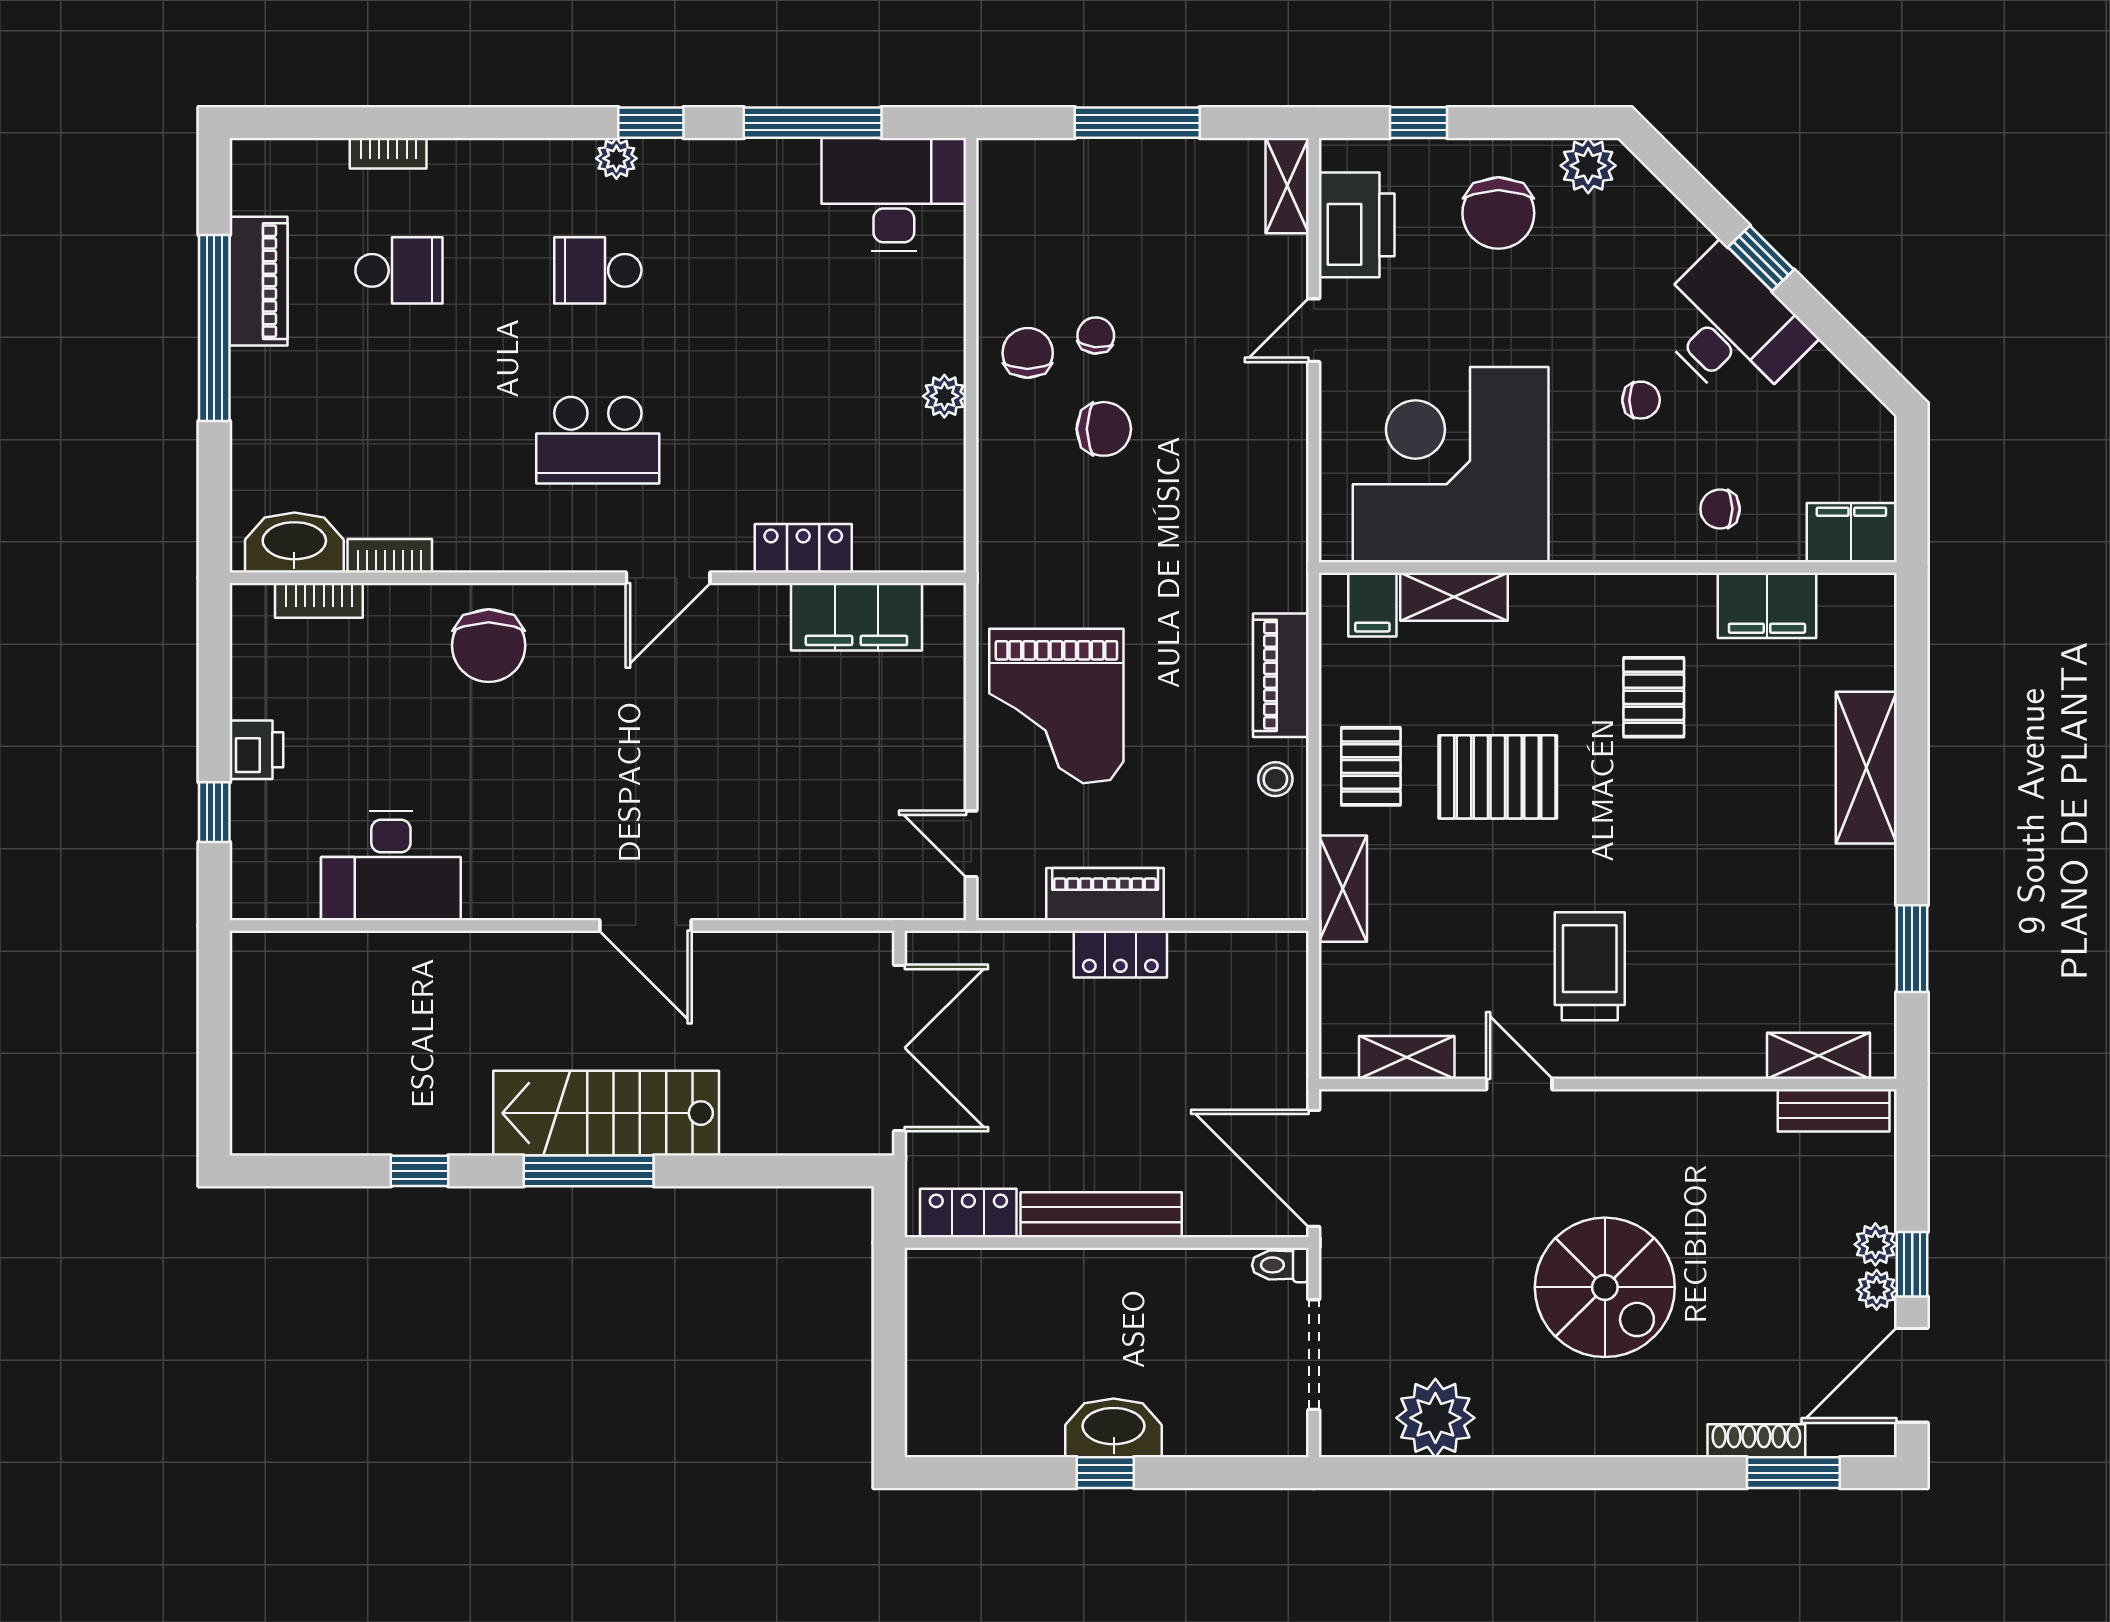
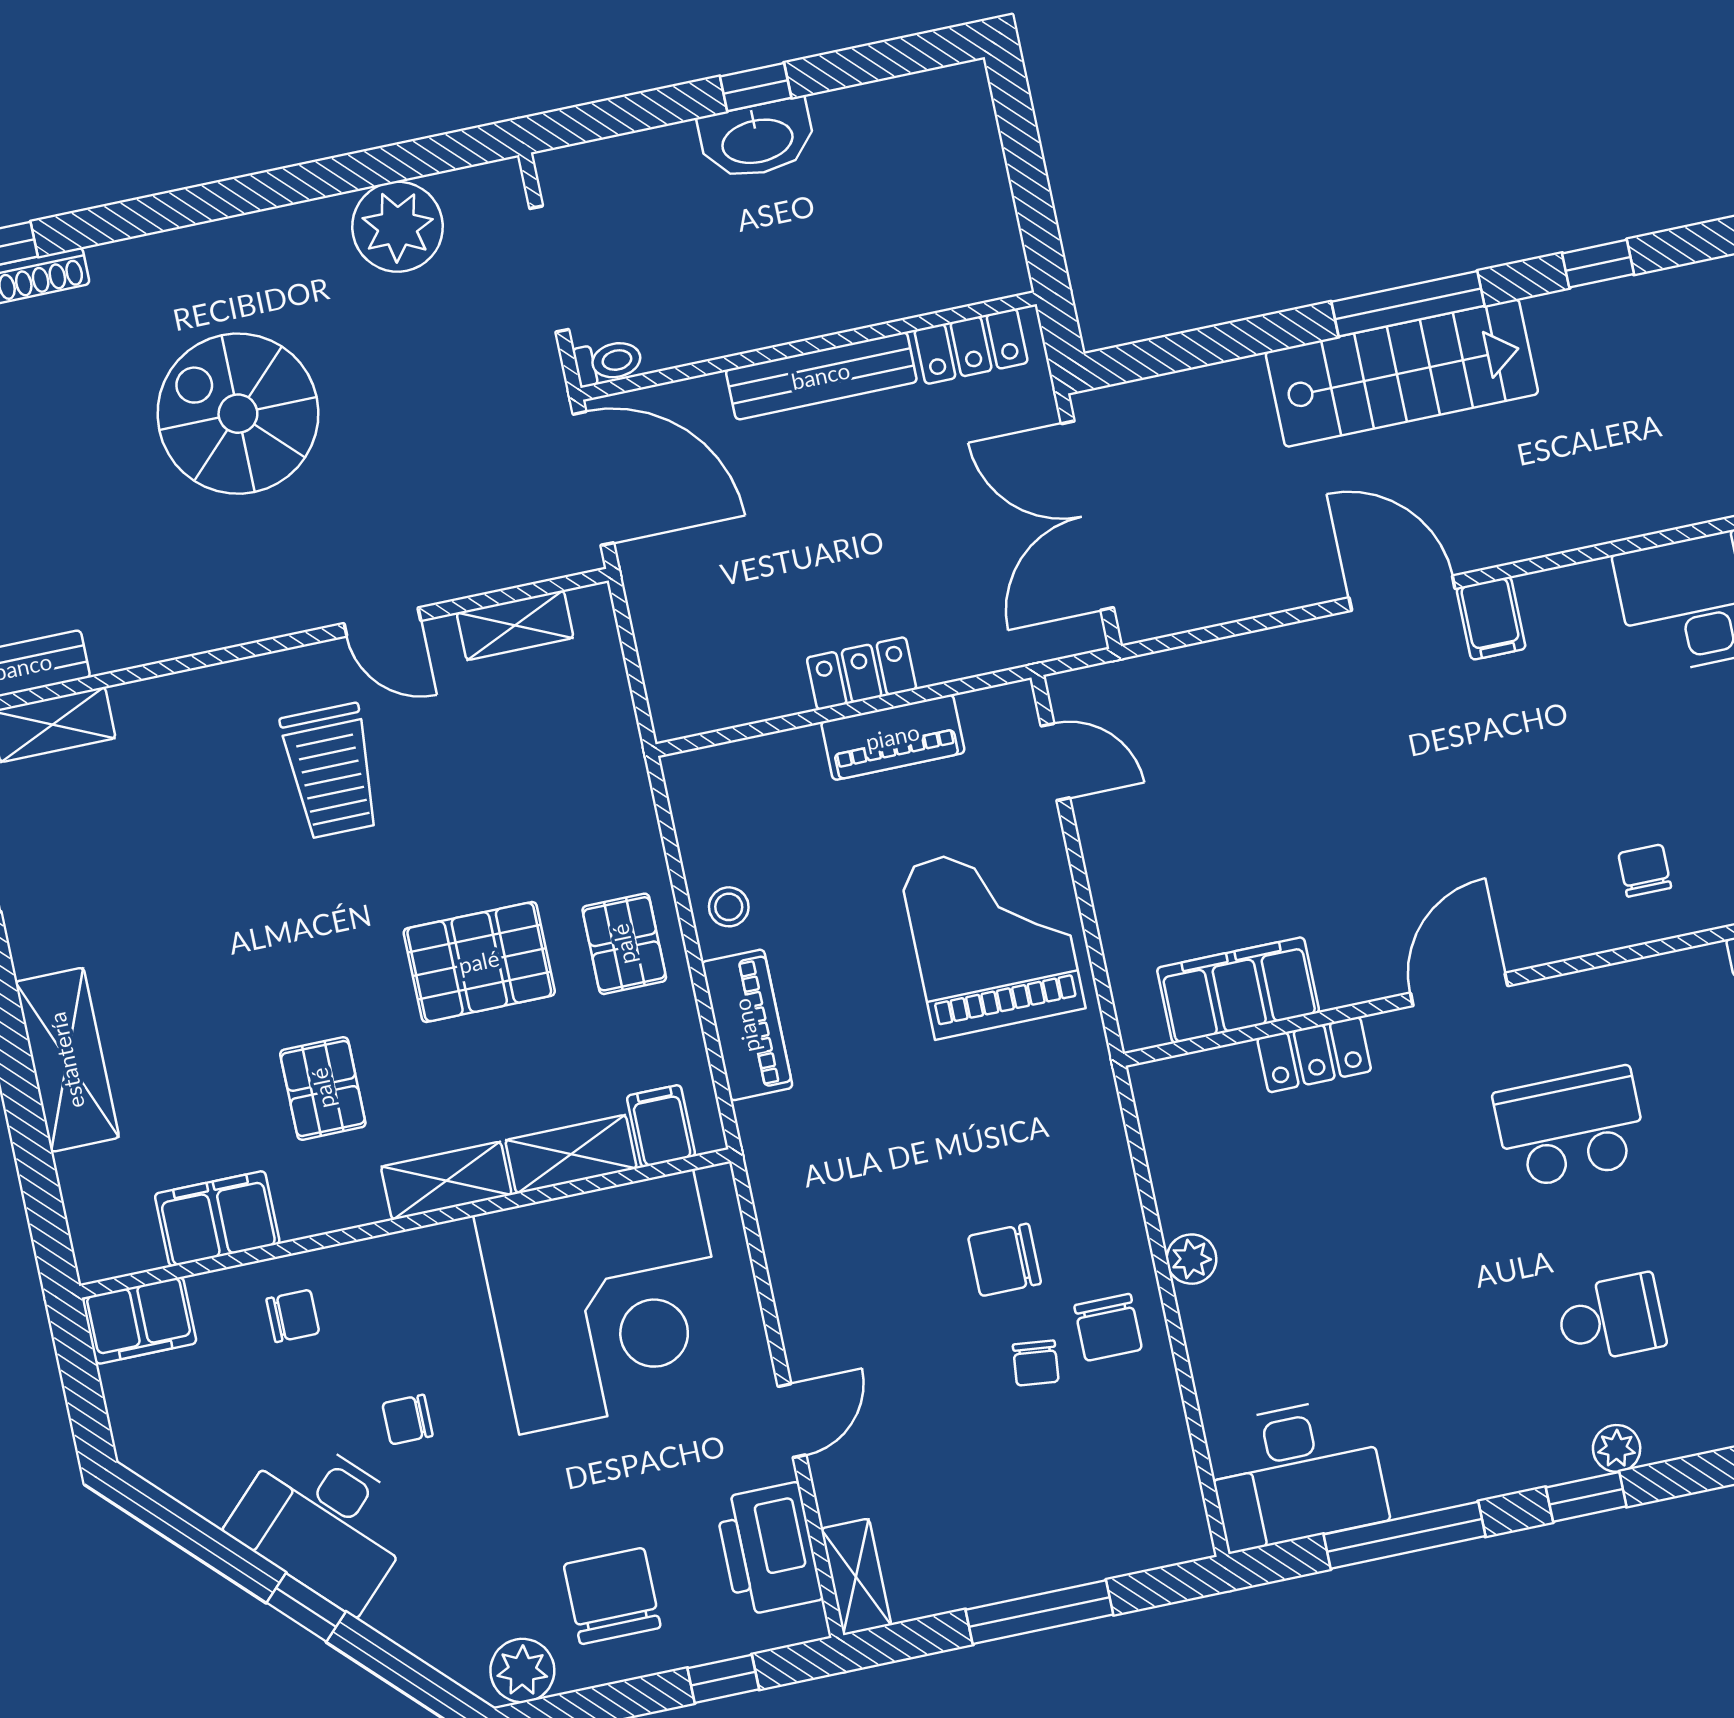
chair: (489, 646) -> (1645, 871), width x0.54, depth x0.54
filing cabinet: (574, 888) -> (1491, 618), added
shelving: (1343, 889) -> (446, 1181), moved, turned 90

